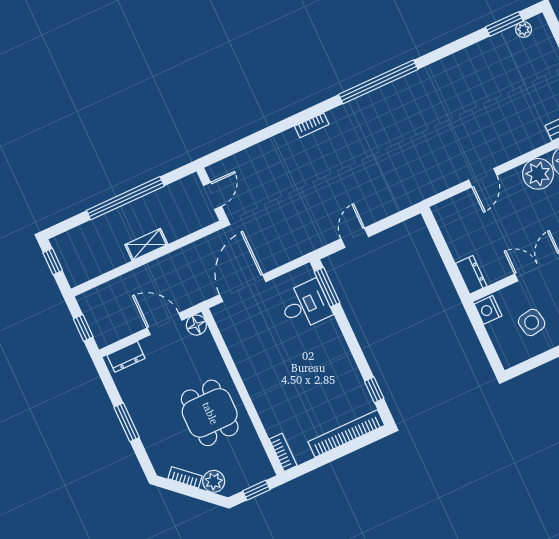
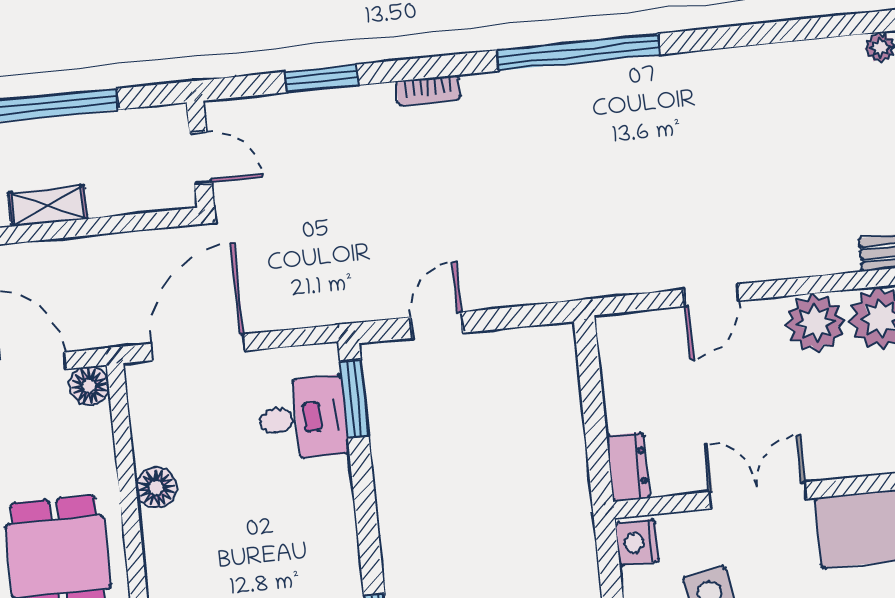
window: (504, 24) -> (322, 78), moved
door: (213, 196) -> (201, 158), hinge flipped
floor lamp: (246, 363) -> (156, 488), added

